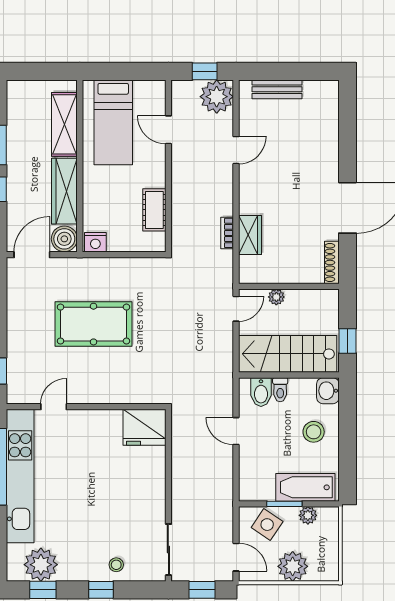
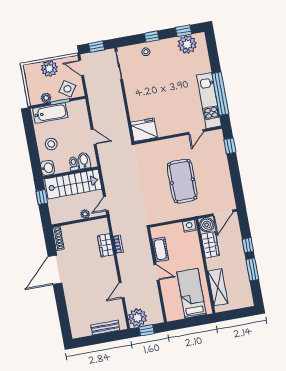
door: (168, 130) -> (157, 272), moved
wardrobe: (64, 191) -> (210, 245), width x0.67
pool table: (93, 324) -> (182, 181), turned 90
kitchen unit: (20, 476) -> (209, 100), width x0.73

